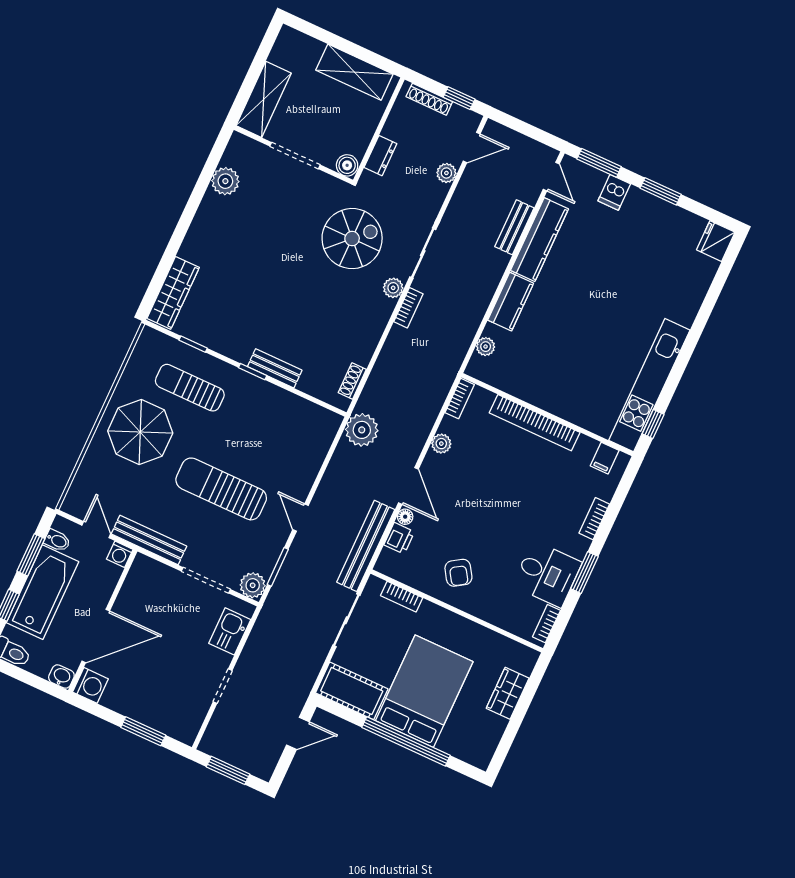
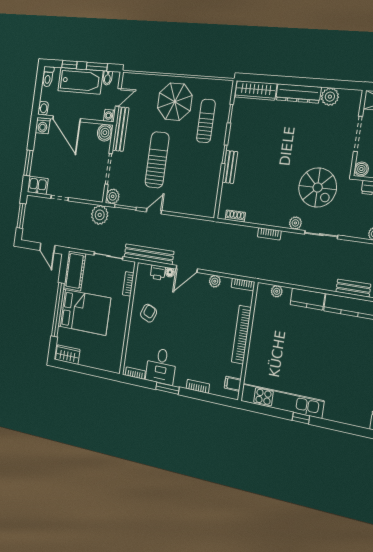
dresser: (203, 227) -> (298, 93), added
bookcase: (408, 308) -> (269, 234), moved
window: (653, 424) -> (301, 418), moved
plant: (362, 430) -> (100, 215), moved
boiler: (144, 570) -> (105, 133), added
armchair: (458, 573) -> (149, 313), turned 146
kitchen sink: (230, 631) -> (38, 185), moved
wardrobe: (508, 693) -> (68, 355), moved

